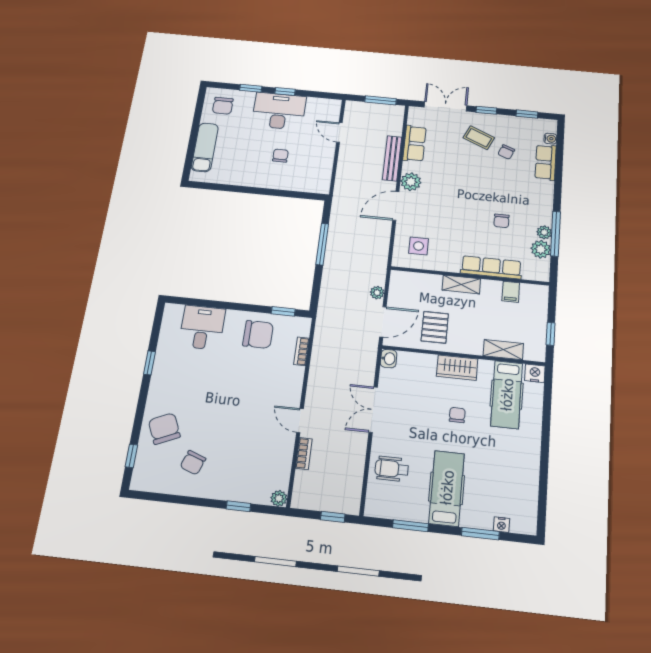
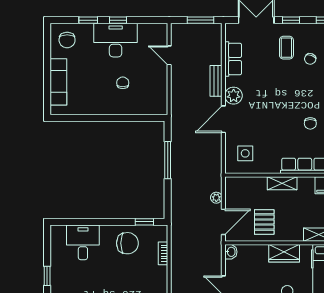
coffee table: (479, 138) -> (286, 48), turned 66
bench: (392, 158) -> (216, 81), width x0.73

